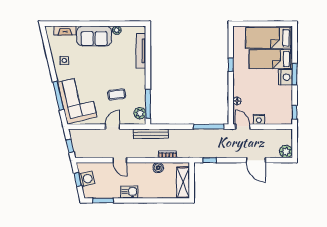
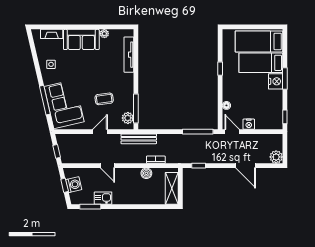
kitchen sink: (129, 192) -> (103, 198), moved

